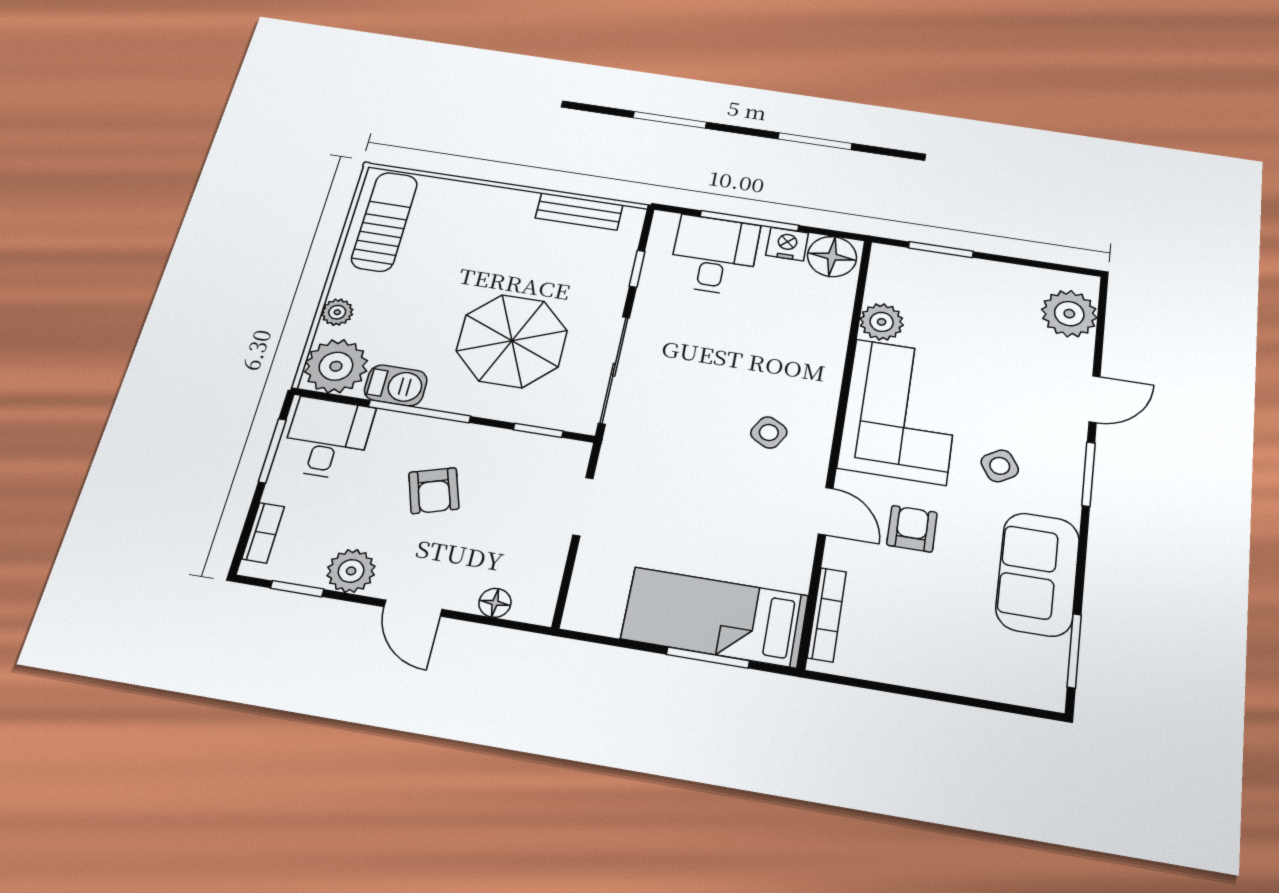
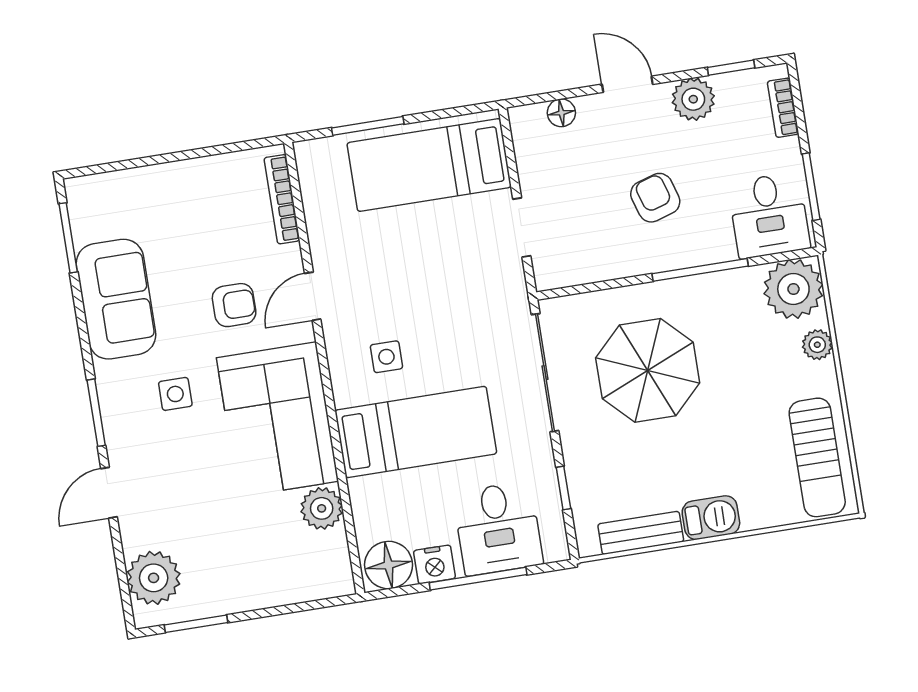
window: (941, 250) -> (196, 624), moved
bed: (764, 358) -> (416, 432), added
barbecue: (396, 385) -> (711, 518), moved, turned 180
window: (538, 430) -> (589, 288), removed
side table: (769, 432) -> (386, 357), turned -30
side table: (1000, 466) -> (175, 394), turned 32
door: (826, 511) -> (313, 296), hinge flipped
armchair: (912, 529) -> (234, 305), turned -90
bed: (715, 617) -> (429, 165), moved, turned 180

